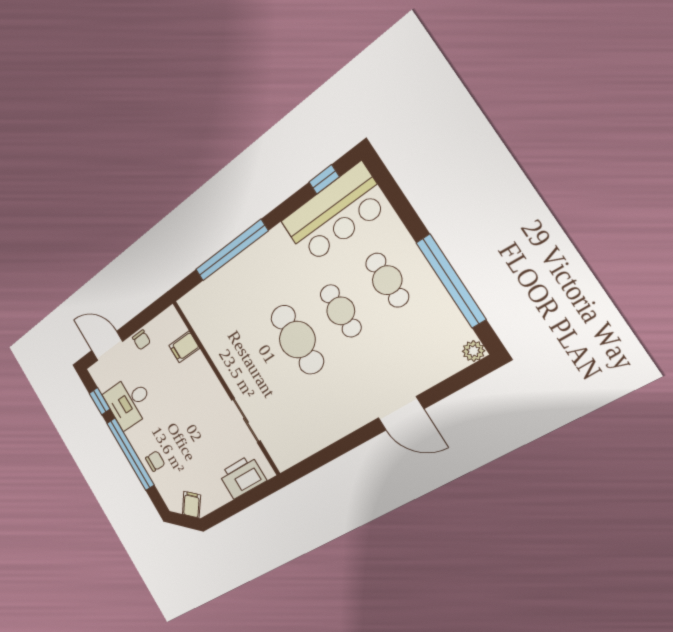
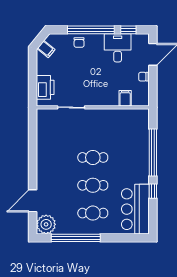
window: (324, 179) -> (153, 191), moved
cafe table: (297, 340) -> (93, 157), width x0.73, depth x0.74
plant: (474, 351) -> (46, 224), width x1.87, depth x1.87
door: (401, 413) -> (33, 201), moved

